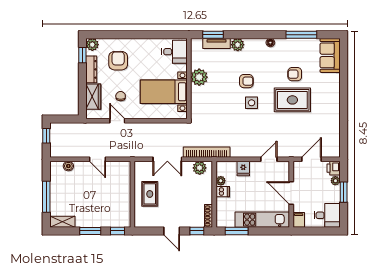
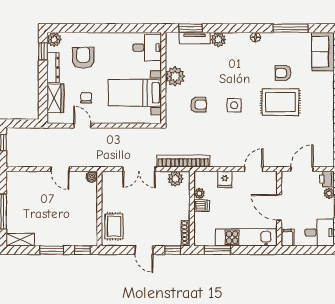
armchair: (246, 81) -> (199, 105), moved
boiler: (68, 166) -> (92, 177), moved
rug: (150, 194) -> (114, 226), moved

